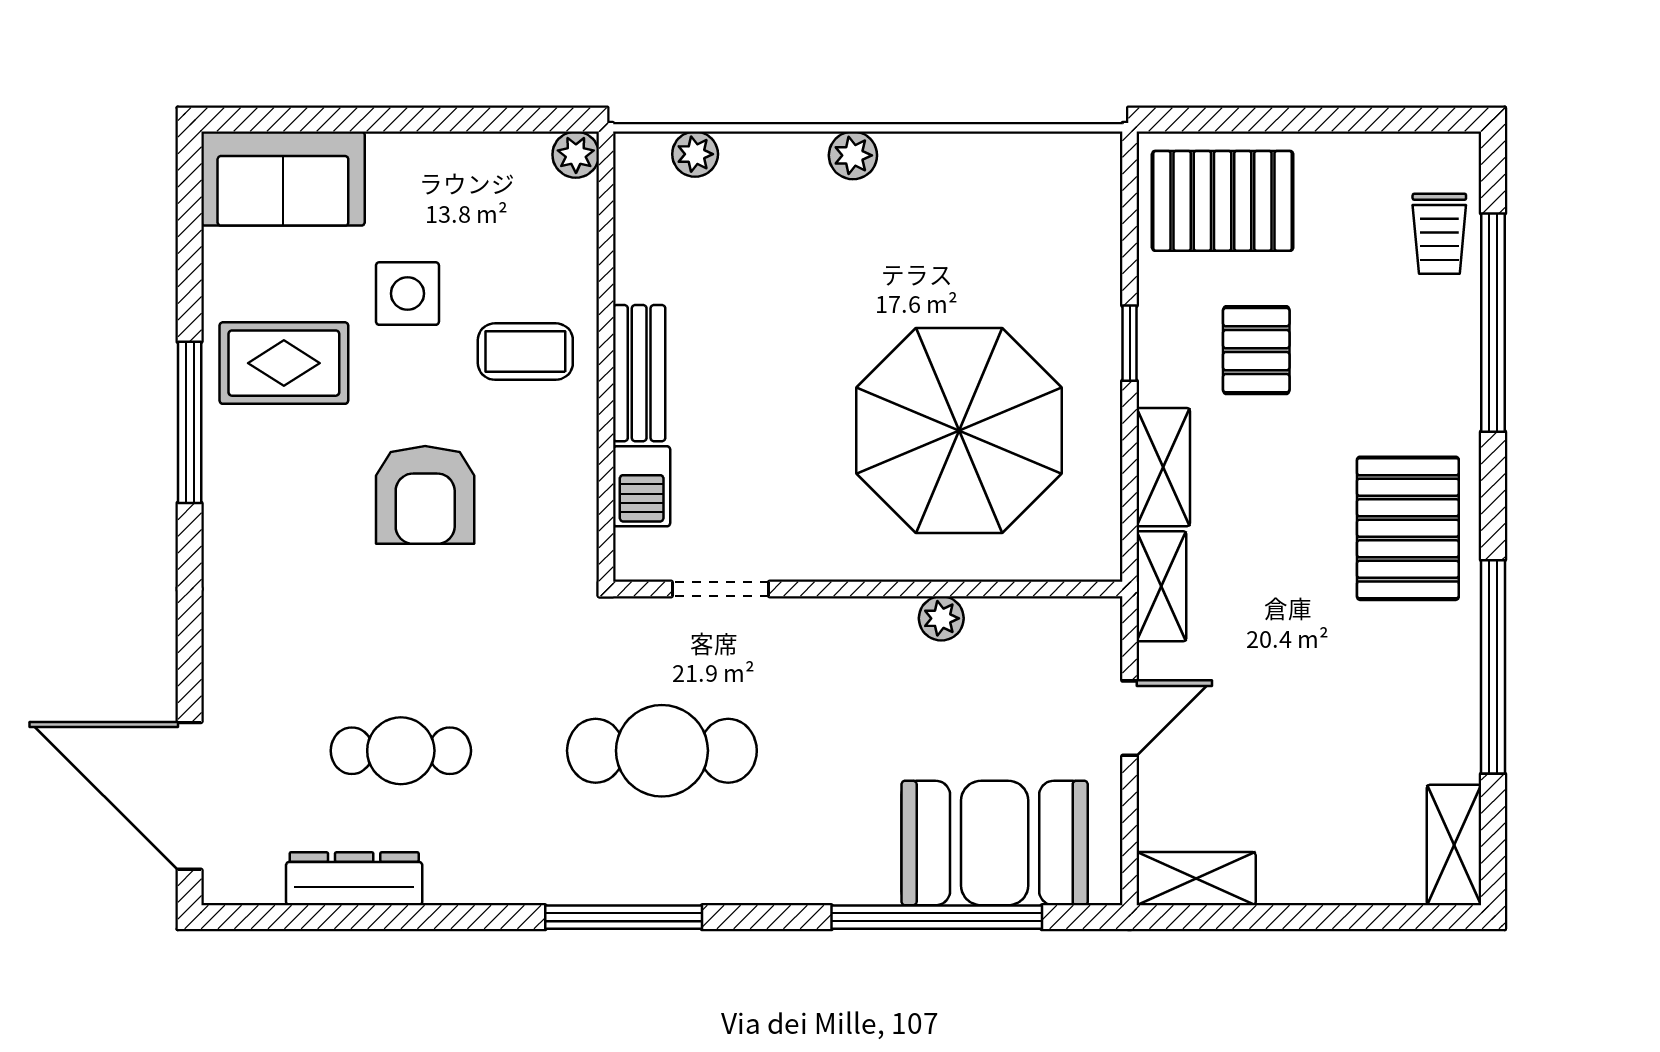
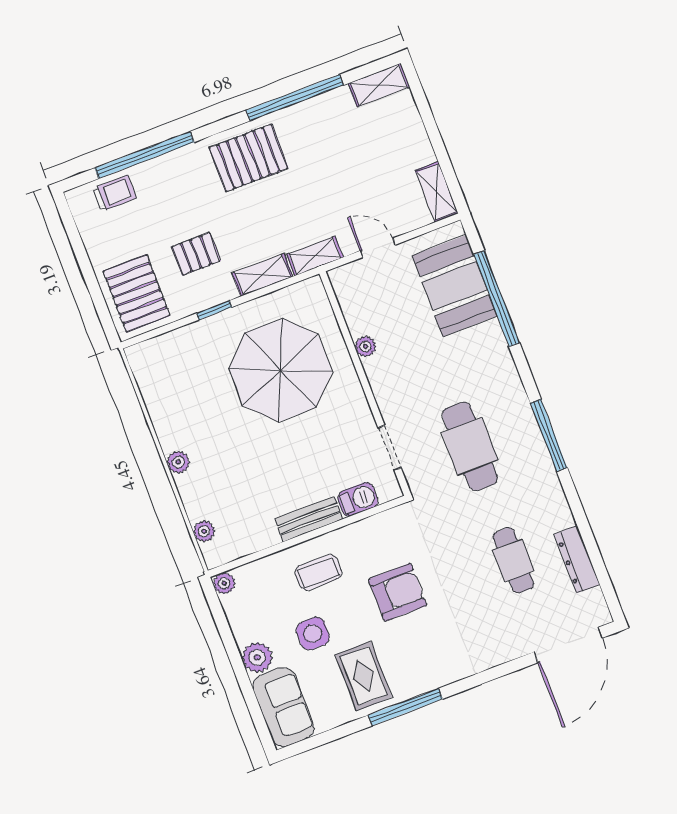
plant: (402, 164) -> (257, 657), added
coffee table: (525, 352) -> (318, 572), turned 90

